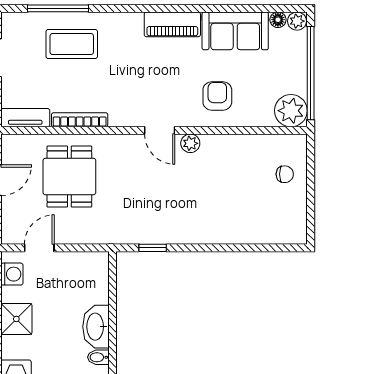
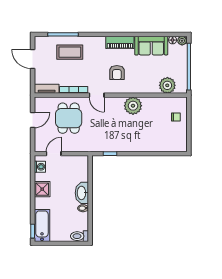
armchair: (217, 96) -> (117, 73), moved, turned 180
plant: (291, 111) -> (167, 85), moved
door: (160, 130) -> (97, 95), moved
plant: (190, 143) -> (133, 106), width x1.88, depth x1.88

